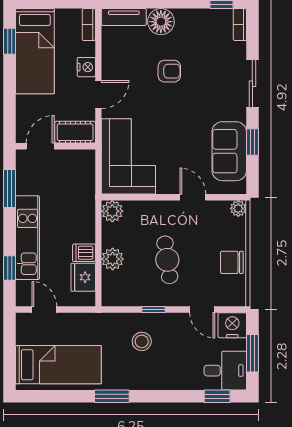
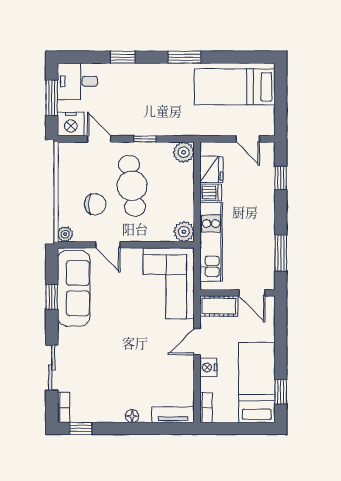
floor lamp: (161, 22) -> (132, 416), width x0.53, depth x0.53
armchair: (169, 71) -> (130, 364), removed
sliding door: (252, 84) -> (52, 368), moved
door: (40, 146) -> (252, 293), hinge flipped
sofa: (229, 151) -> (74, 288), width x1.36
kitchen unit: (28, 238) -> (211, 242), moved, turned 180
plant: (113, 259) -> (184, 152), moved
cafe table: (167, 260) -> (132, 186), width x1.37, depth x1.35
chair: (232, 262) -> (95, 204), moved
stool: (142, 341) -> (156, 109), removed
window: (217, 396) -> (123, 57), moved

